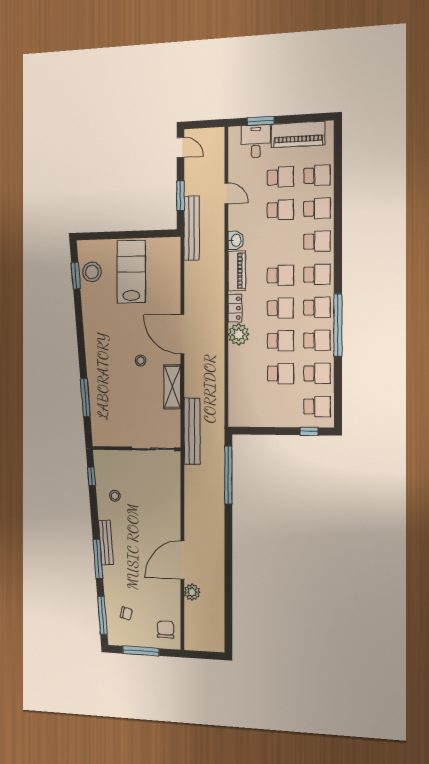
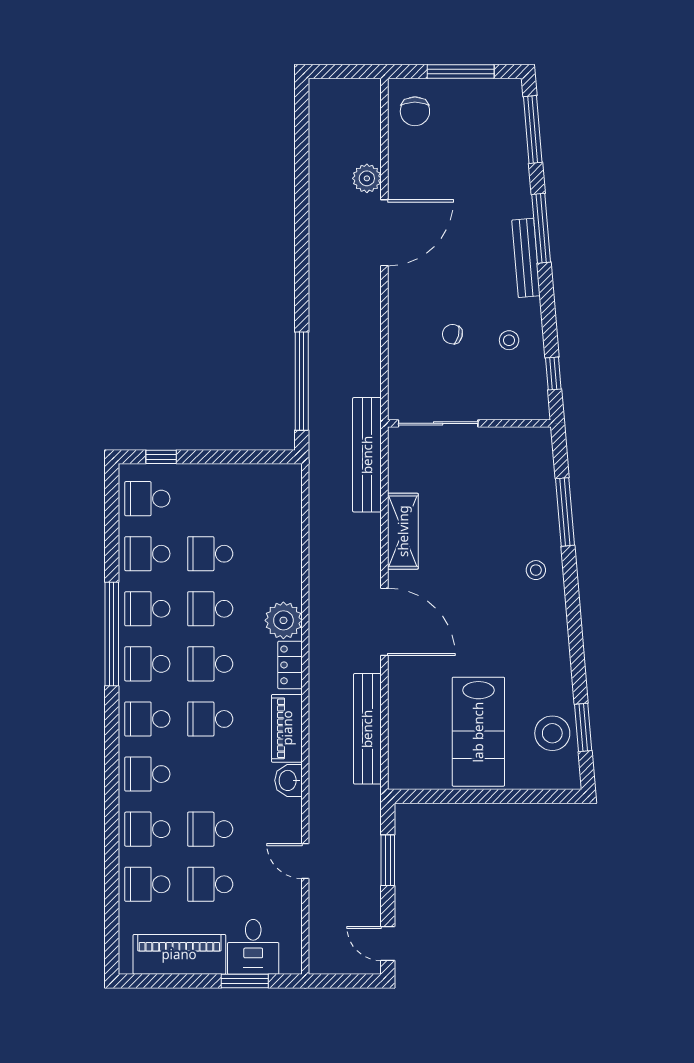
bench: (192, 228) -> (367, 729), moved
stool: (141, 360) -> (536, 570), moved
chair: (126, 614) -> (452, 334), moved

